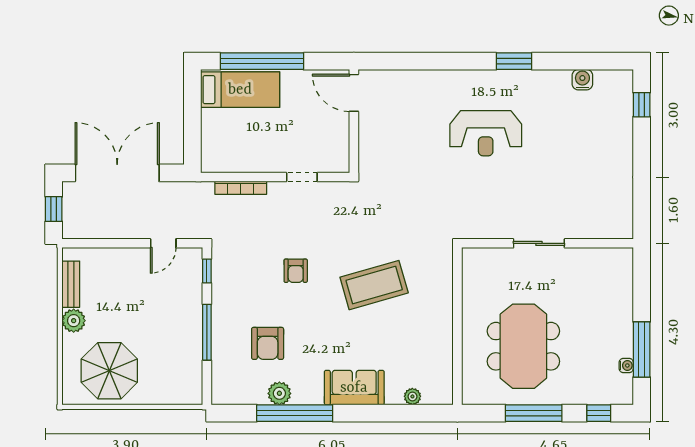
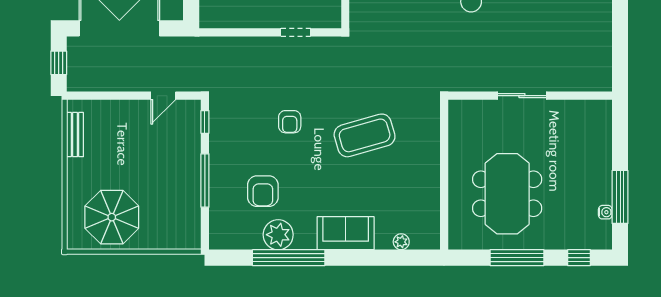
bookcase: (241, 188) -> (237, 43), removed
plant: (74, 321) -> (78, 169), removed
plant: (279, 393) -> (278, 235), width x1.36, depth x1.36

